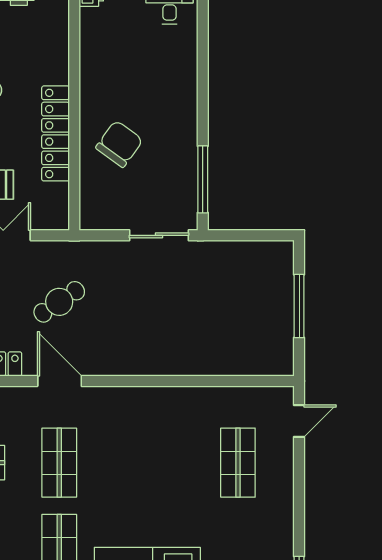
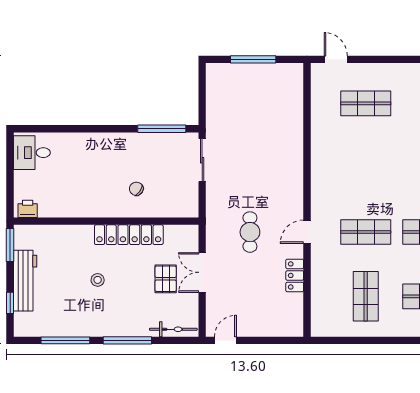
chair: (119, 144) -> (136, 189), width x0.54, depth x0.54
cafe table: (59, 302) -> (250, 232), turned 34
door: (60, 381) -> (307, 232), width x0.73

